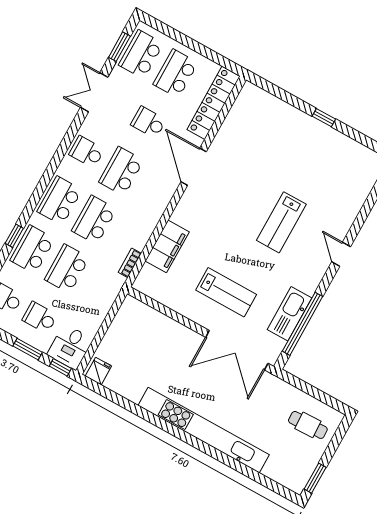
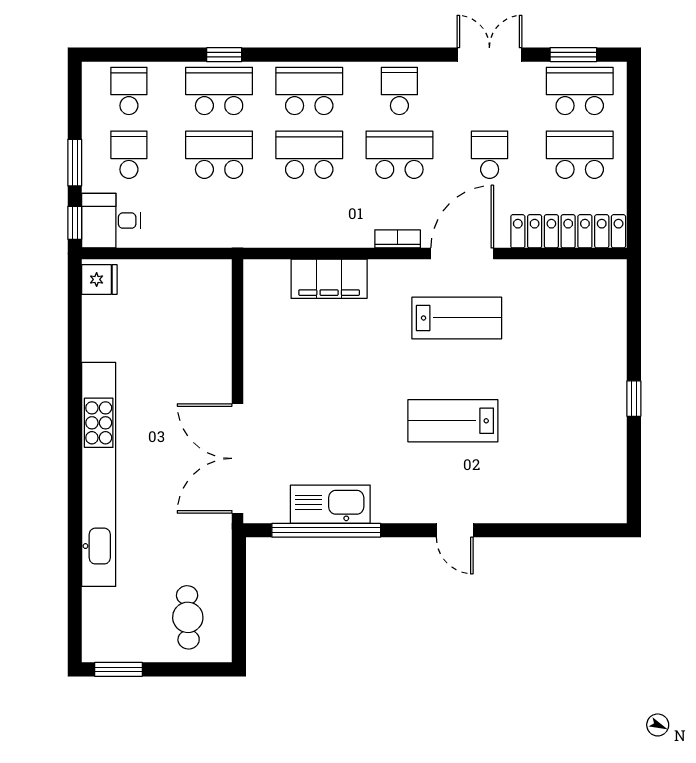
door: (341, 254) -> (455, 530), swing flipped
bookcase: (130, 263) -> (398, 239), moved
lab bench: (226, 292) -> (457, 318), moved, turned -90

